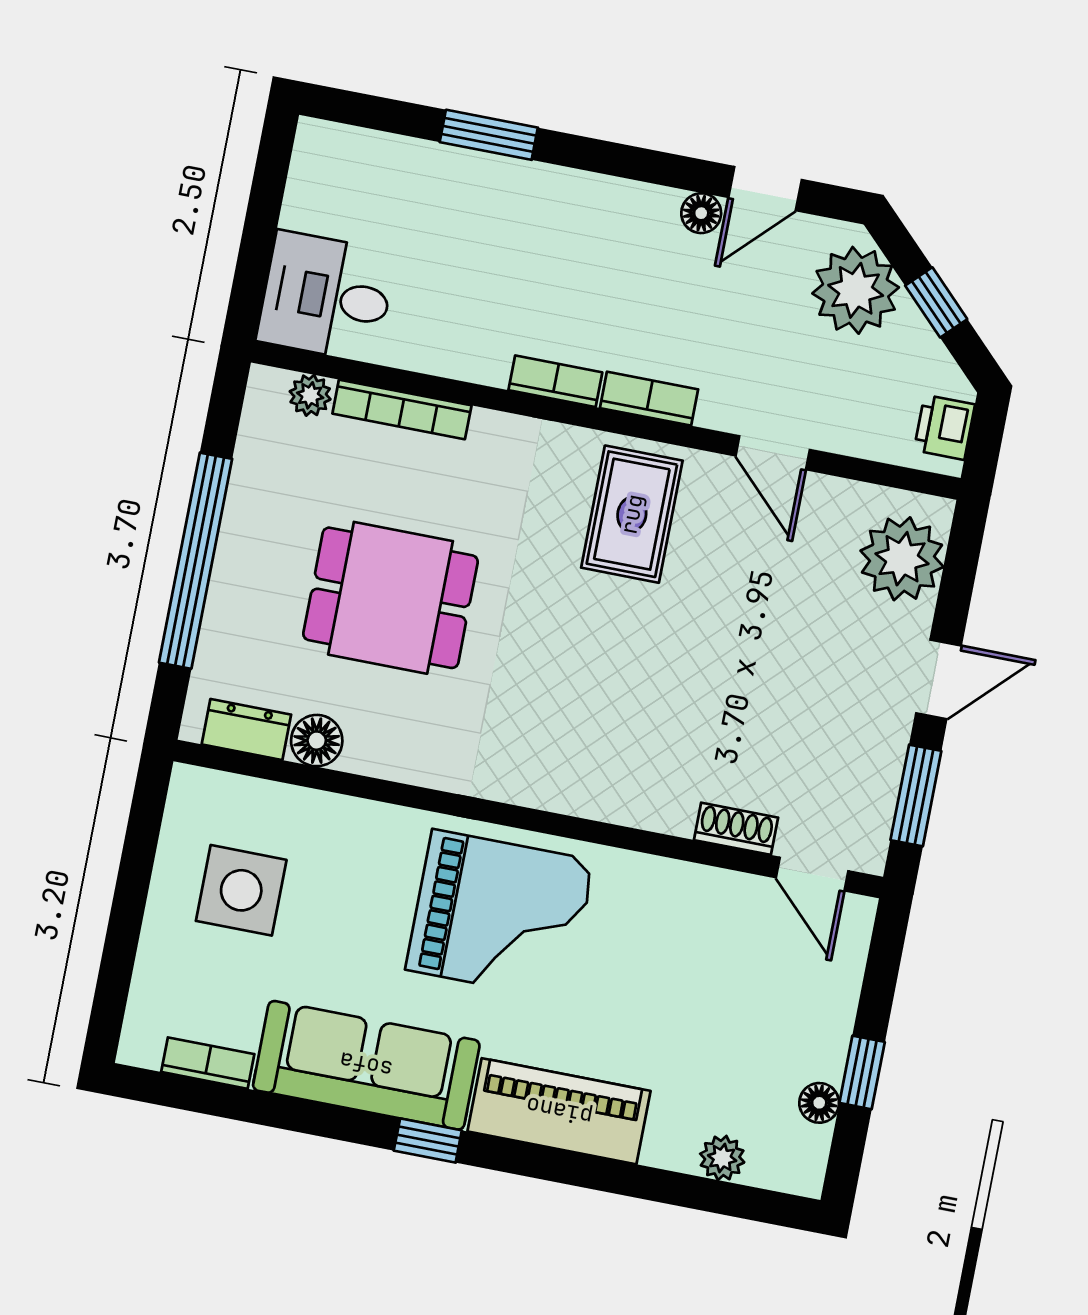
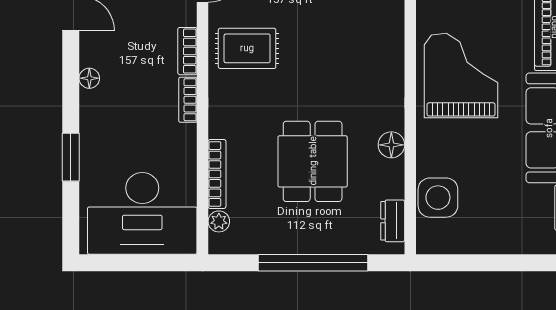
floor lamp: (701, 213) -> (89, 78), moved
desk: (326, 297) -> (142, 213), width x1.87, depth x1.30
floor lamp: (317, 741) -> (391, 145), moved
side table: (241, 890) -> (438, 198), moved

